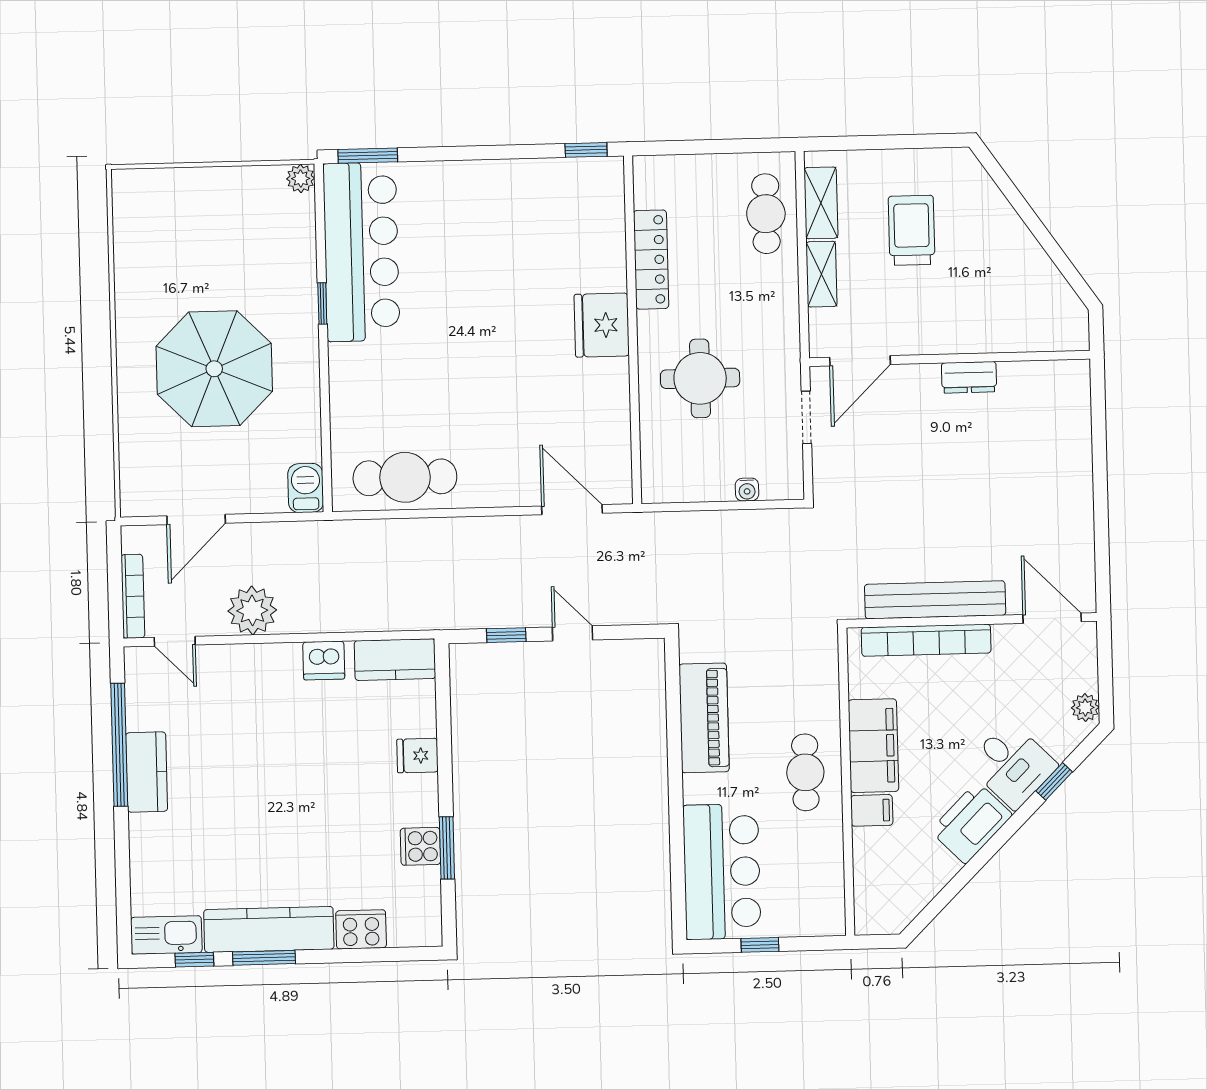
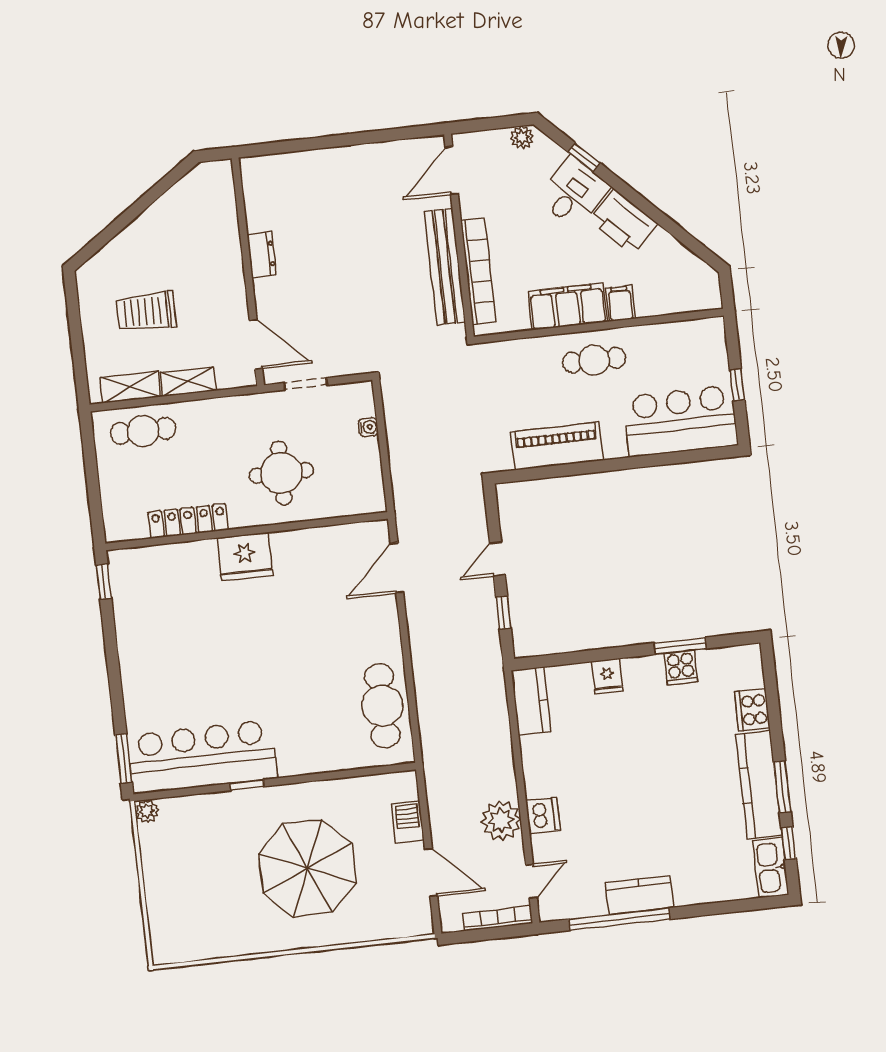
barbecue: (306, 488) -> (408, 822), moved, turned 90
dishwasher: (324, 660) -> (543, 815), moved

